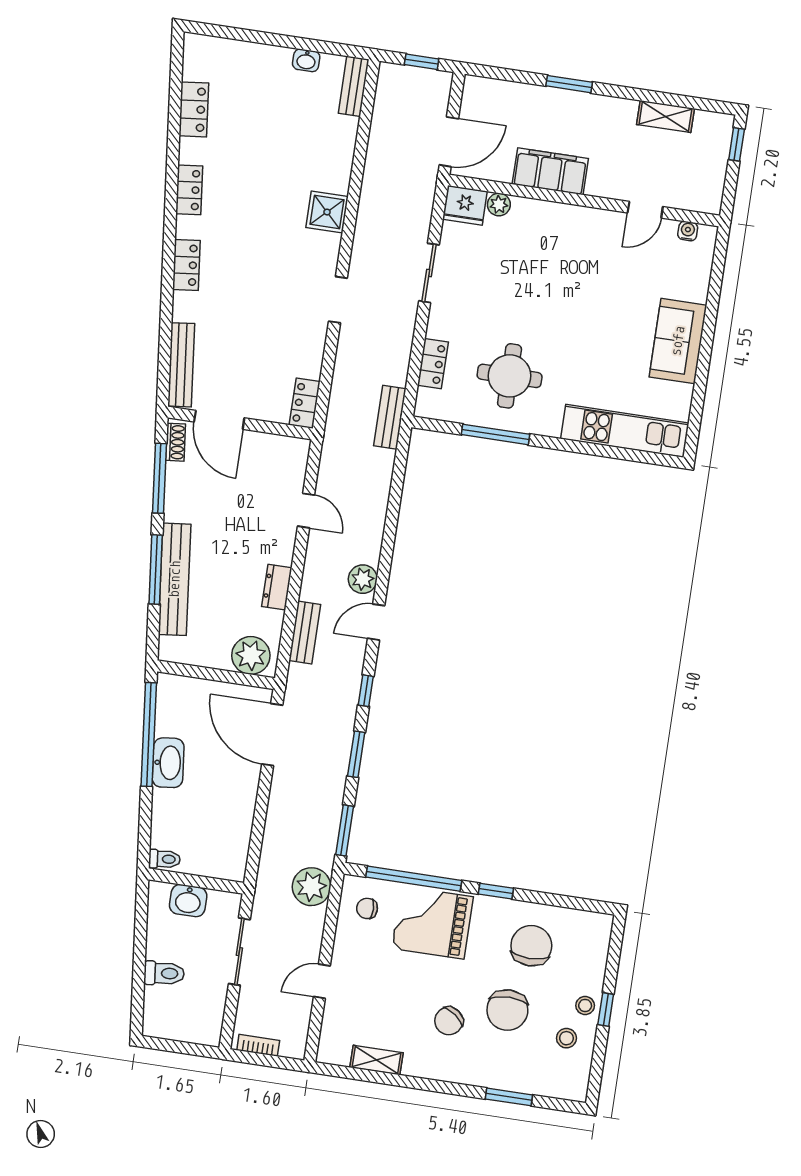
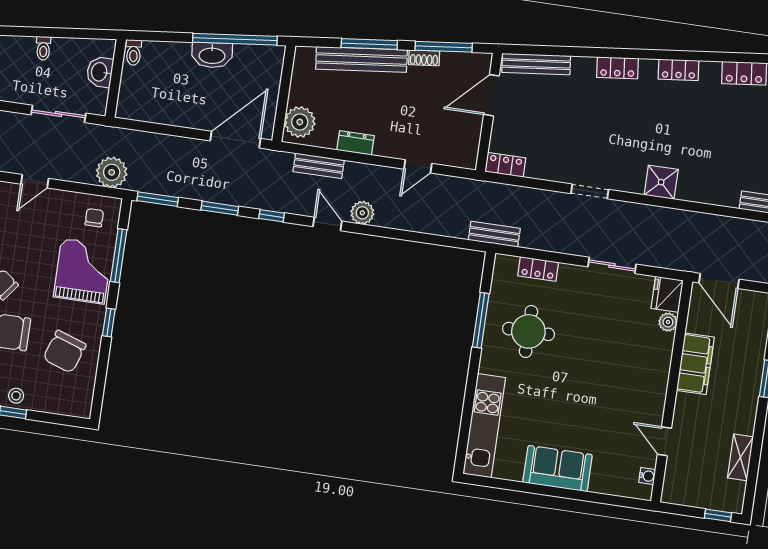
shoe rack: (175, 442) -> (424, 58), moved
window: (414, 879) -> (119, 256), width x0.68
chair: (531, 946) -> (65, 352), turned 109
toilet: (164, 973) -> (43, 48), width x0.73, depth x0.72
door: (322, 981) -> (35, 181), swing flipped

